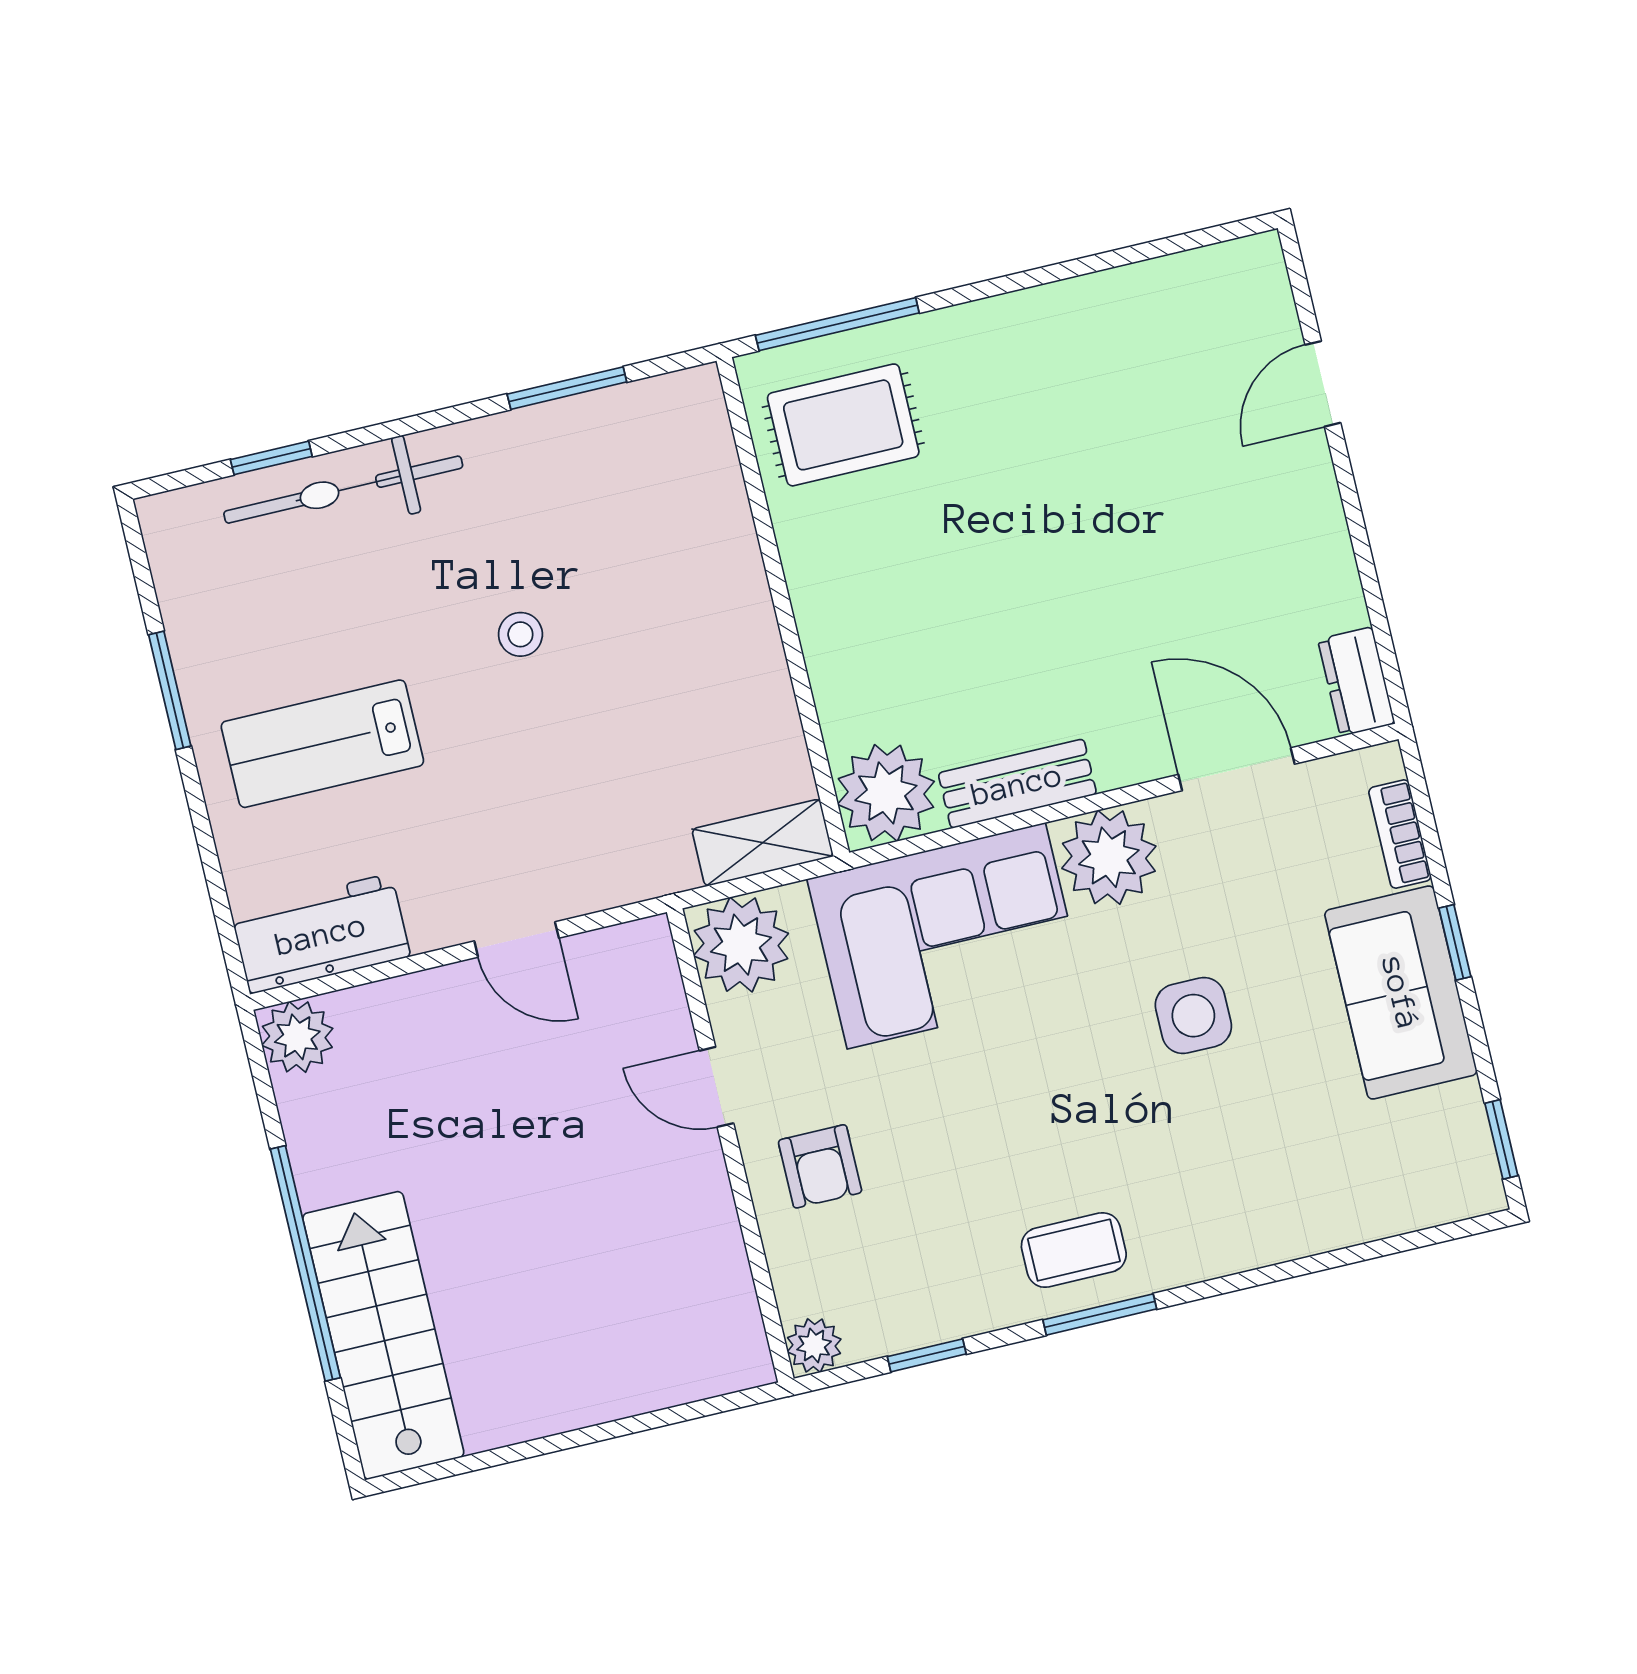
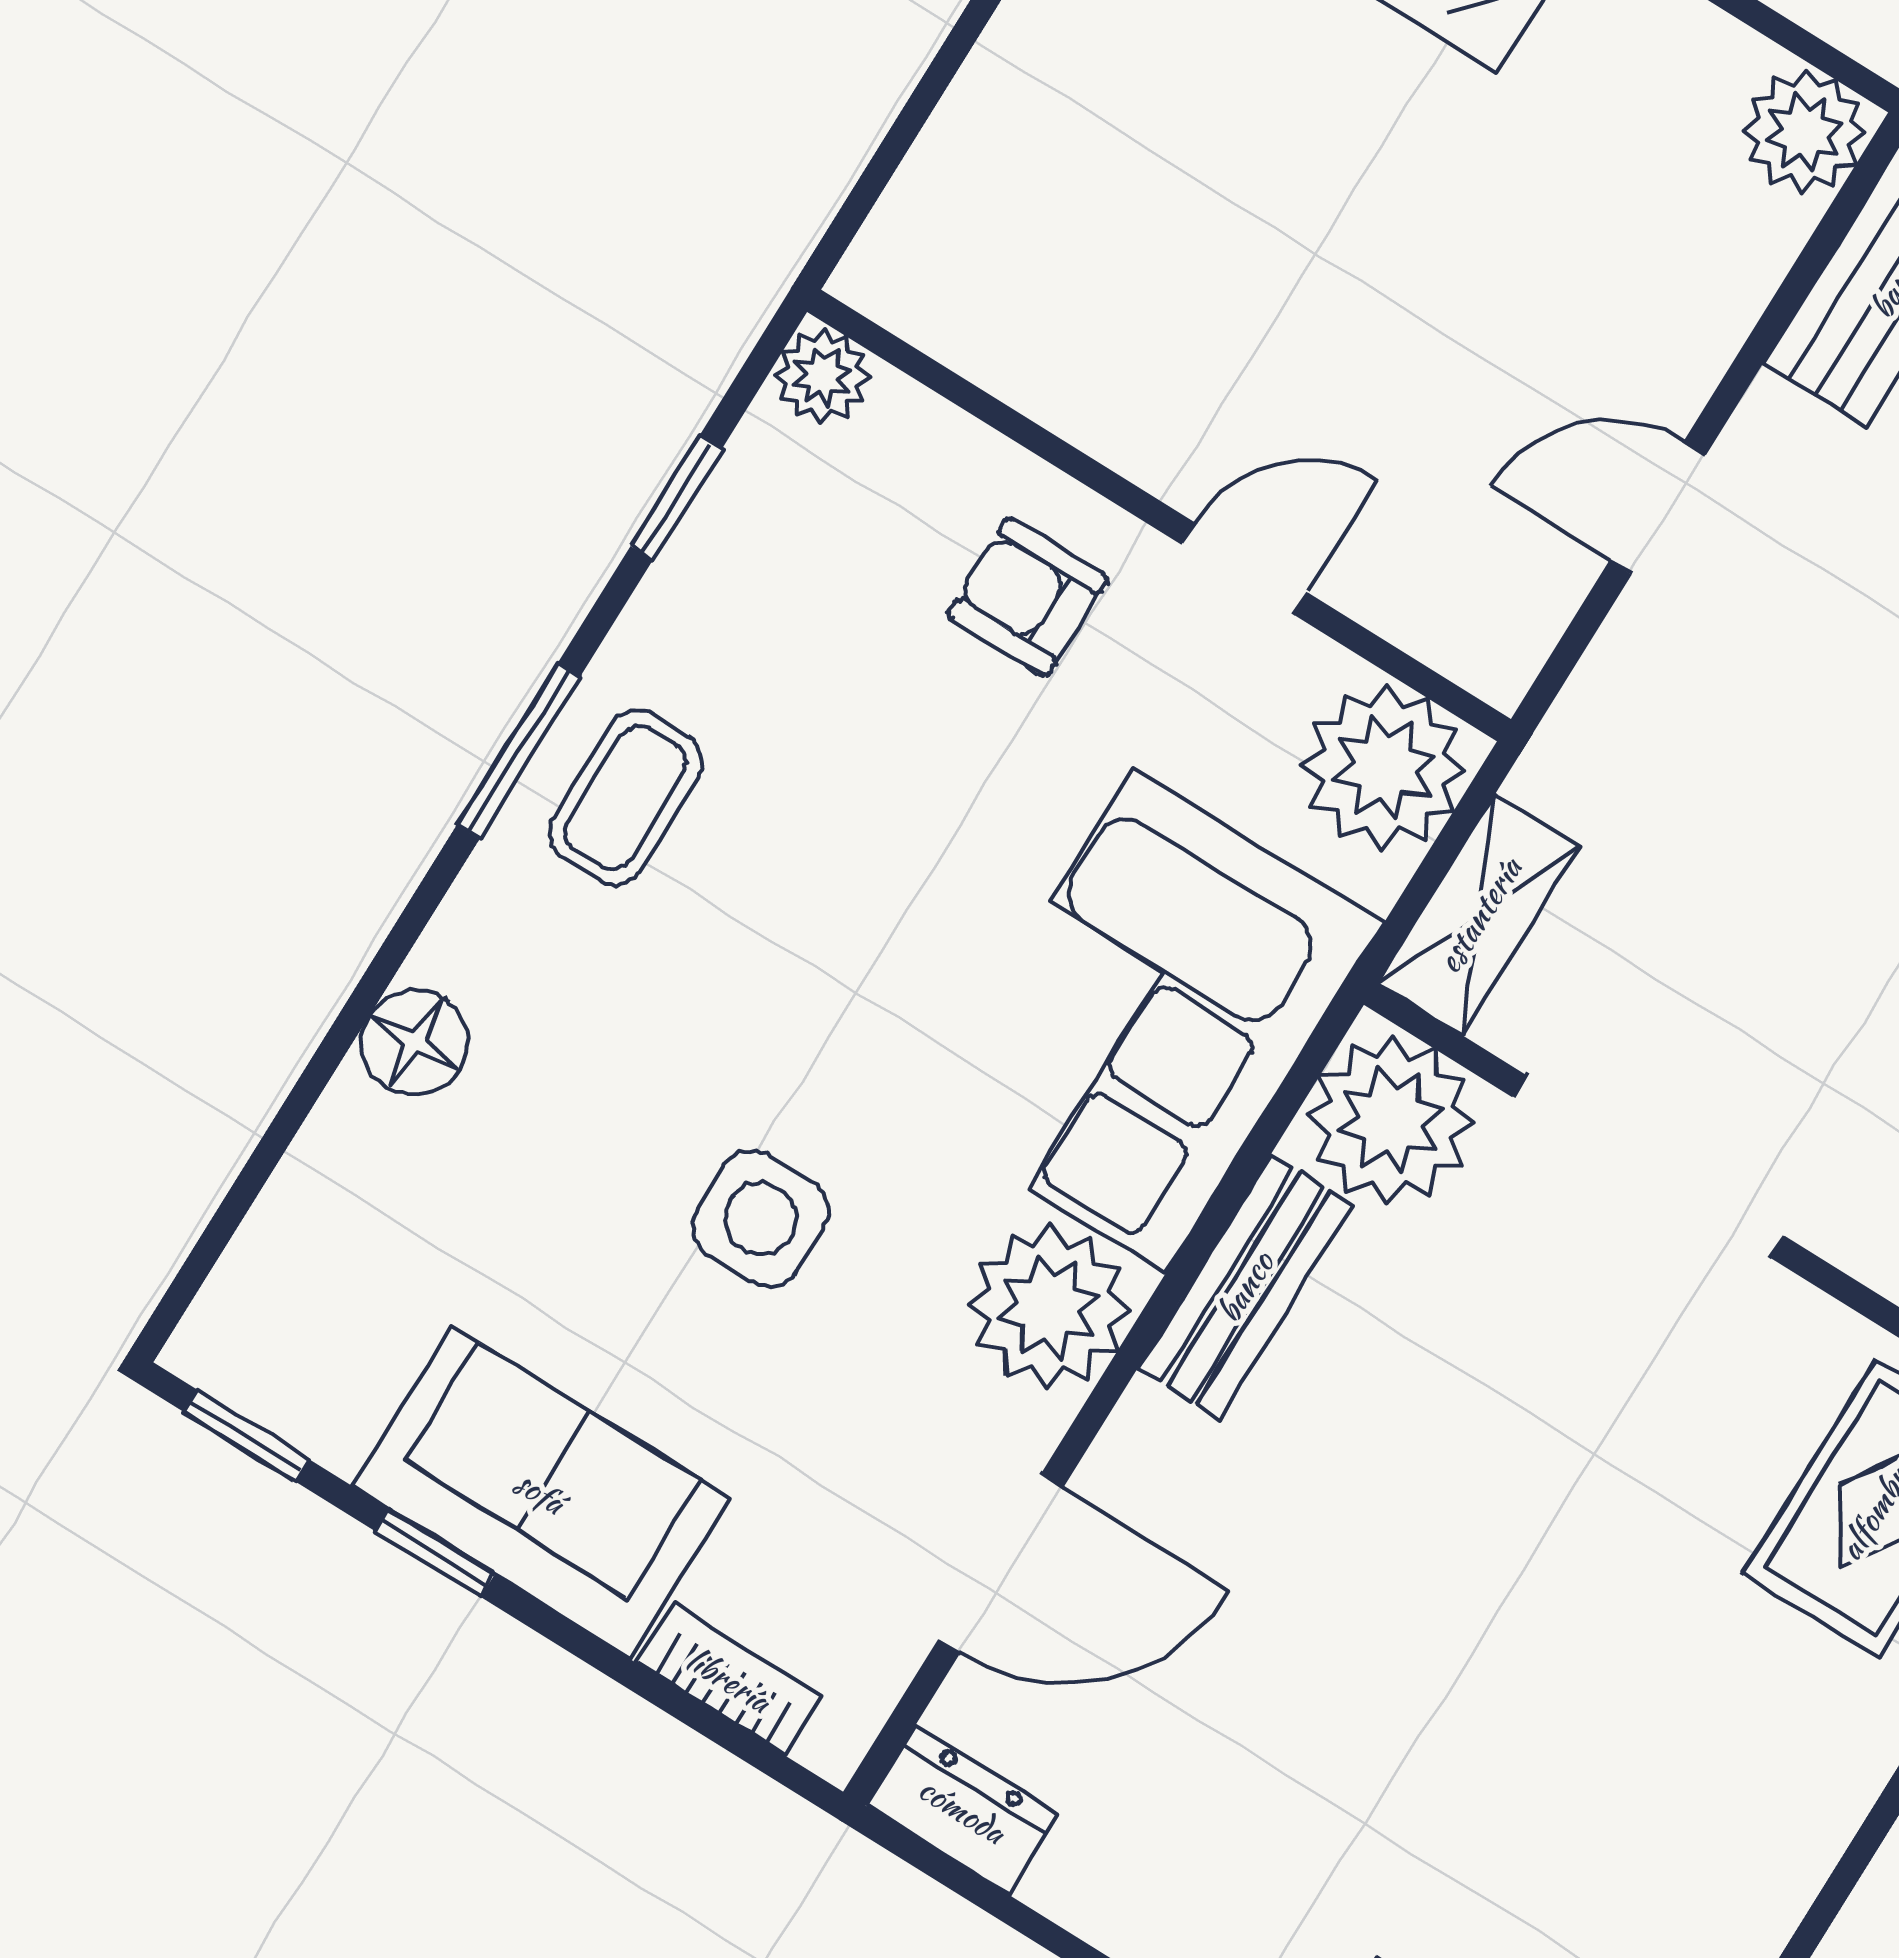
doorway: (797, 665) -> (1648, 1166), added
window: (1455, 942) -> (435, 1553), moved
floor lamp: (1266, 1235) -> (414, 1042), added

